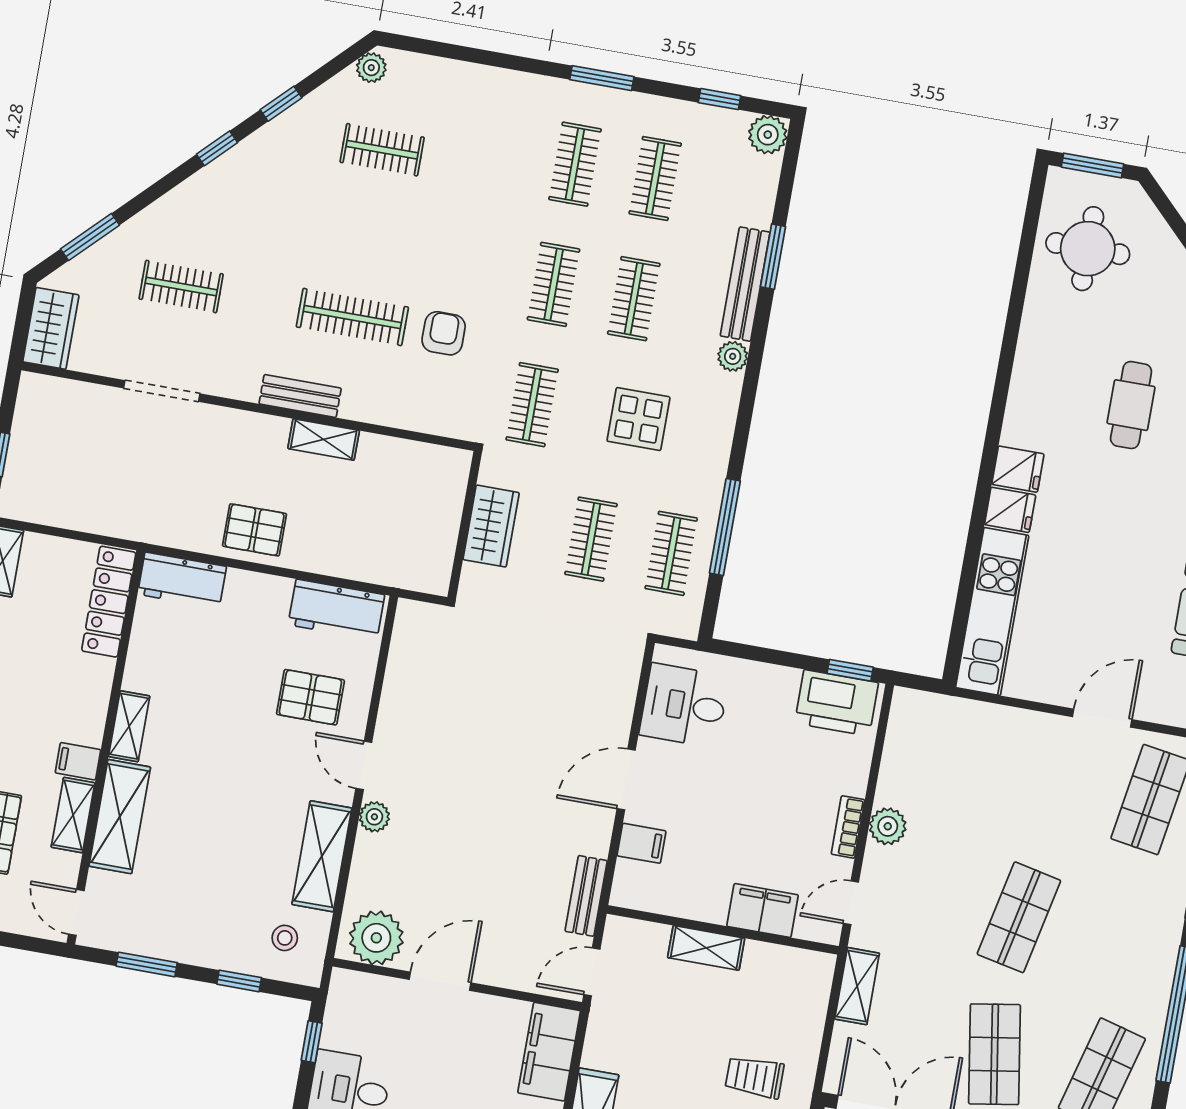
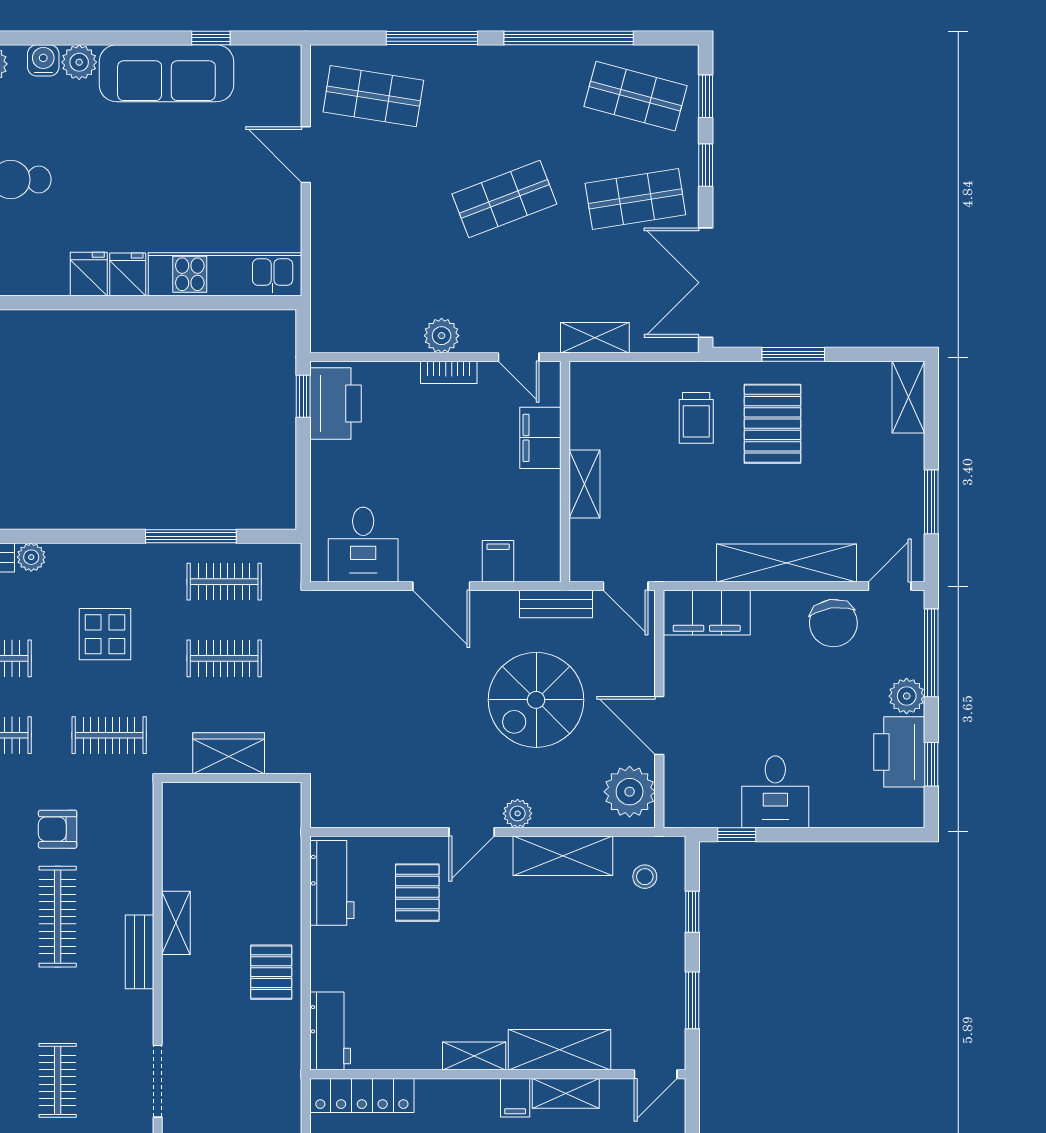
spiral stairs: (490, 857) -> (536, 700), added
shop shelf: (1019, 917) -> (504, 199), turned -33

